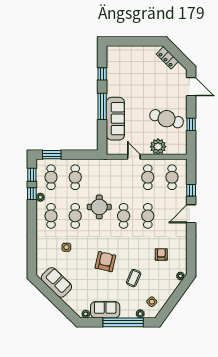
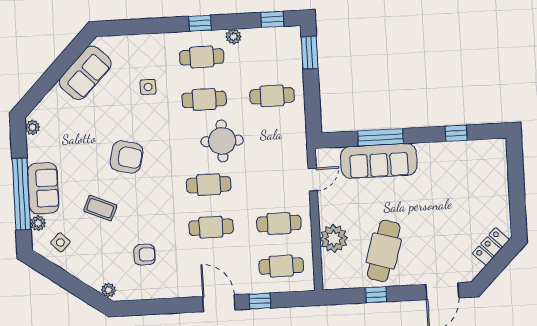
window: (102, 106) -> (381, 137), moved
door: (134, 157) -> (313, 179), moved
cafe table: (51, 177) -> (270, 53), removed
window: (32, 194) -> (200, 23), moved
sofa: (105, 310) -> (43, 188), moved

